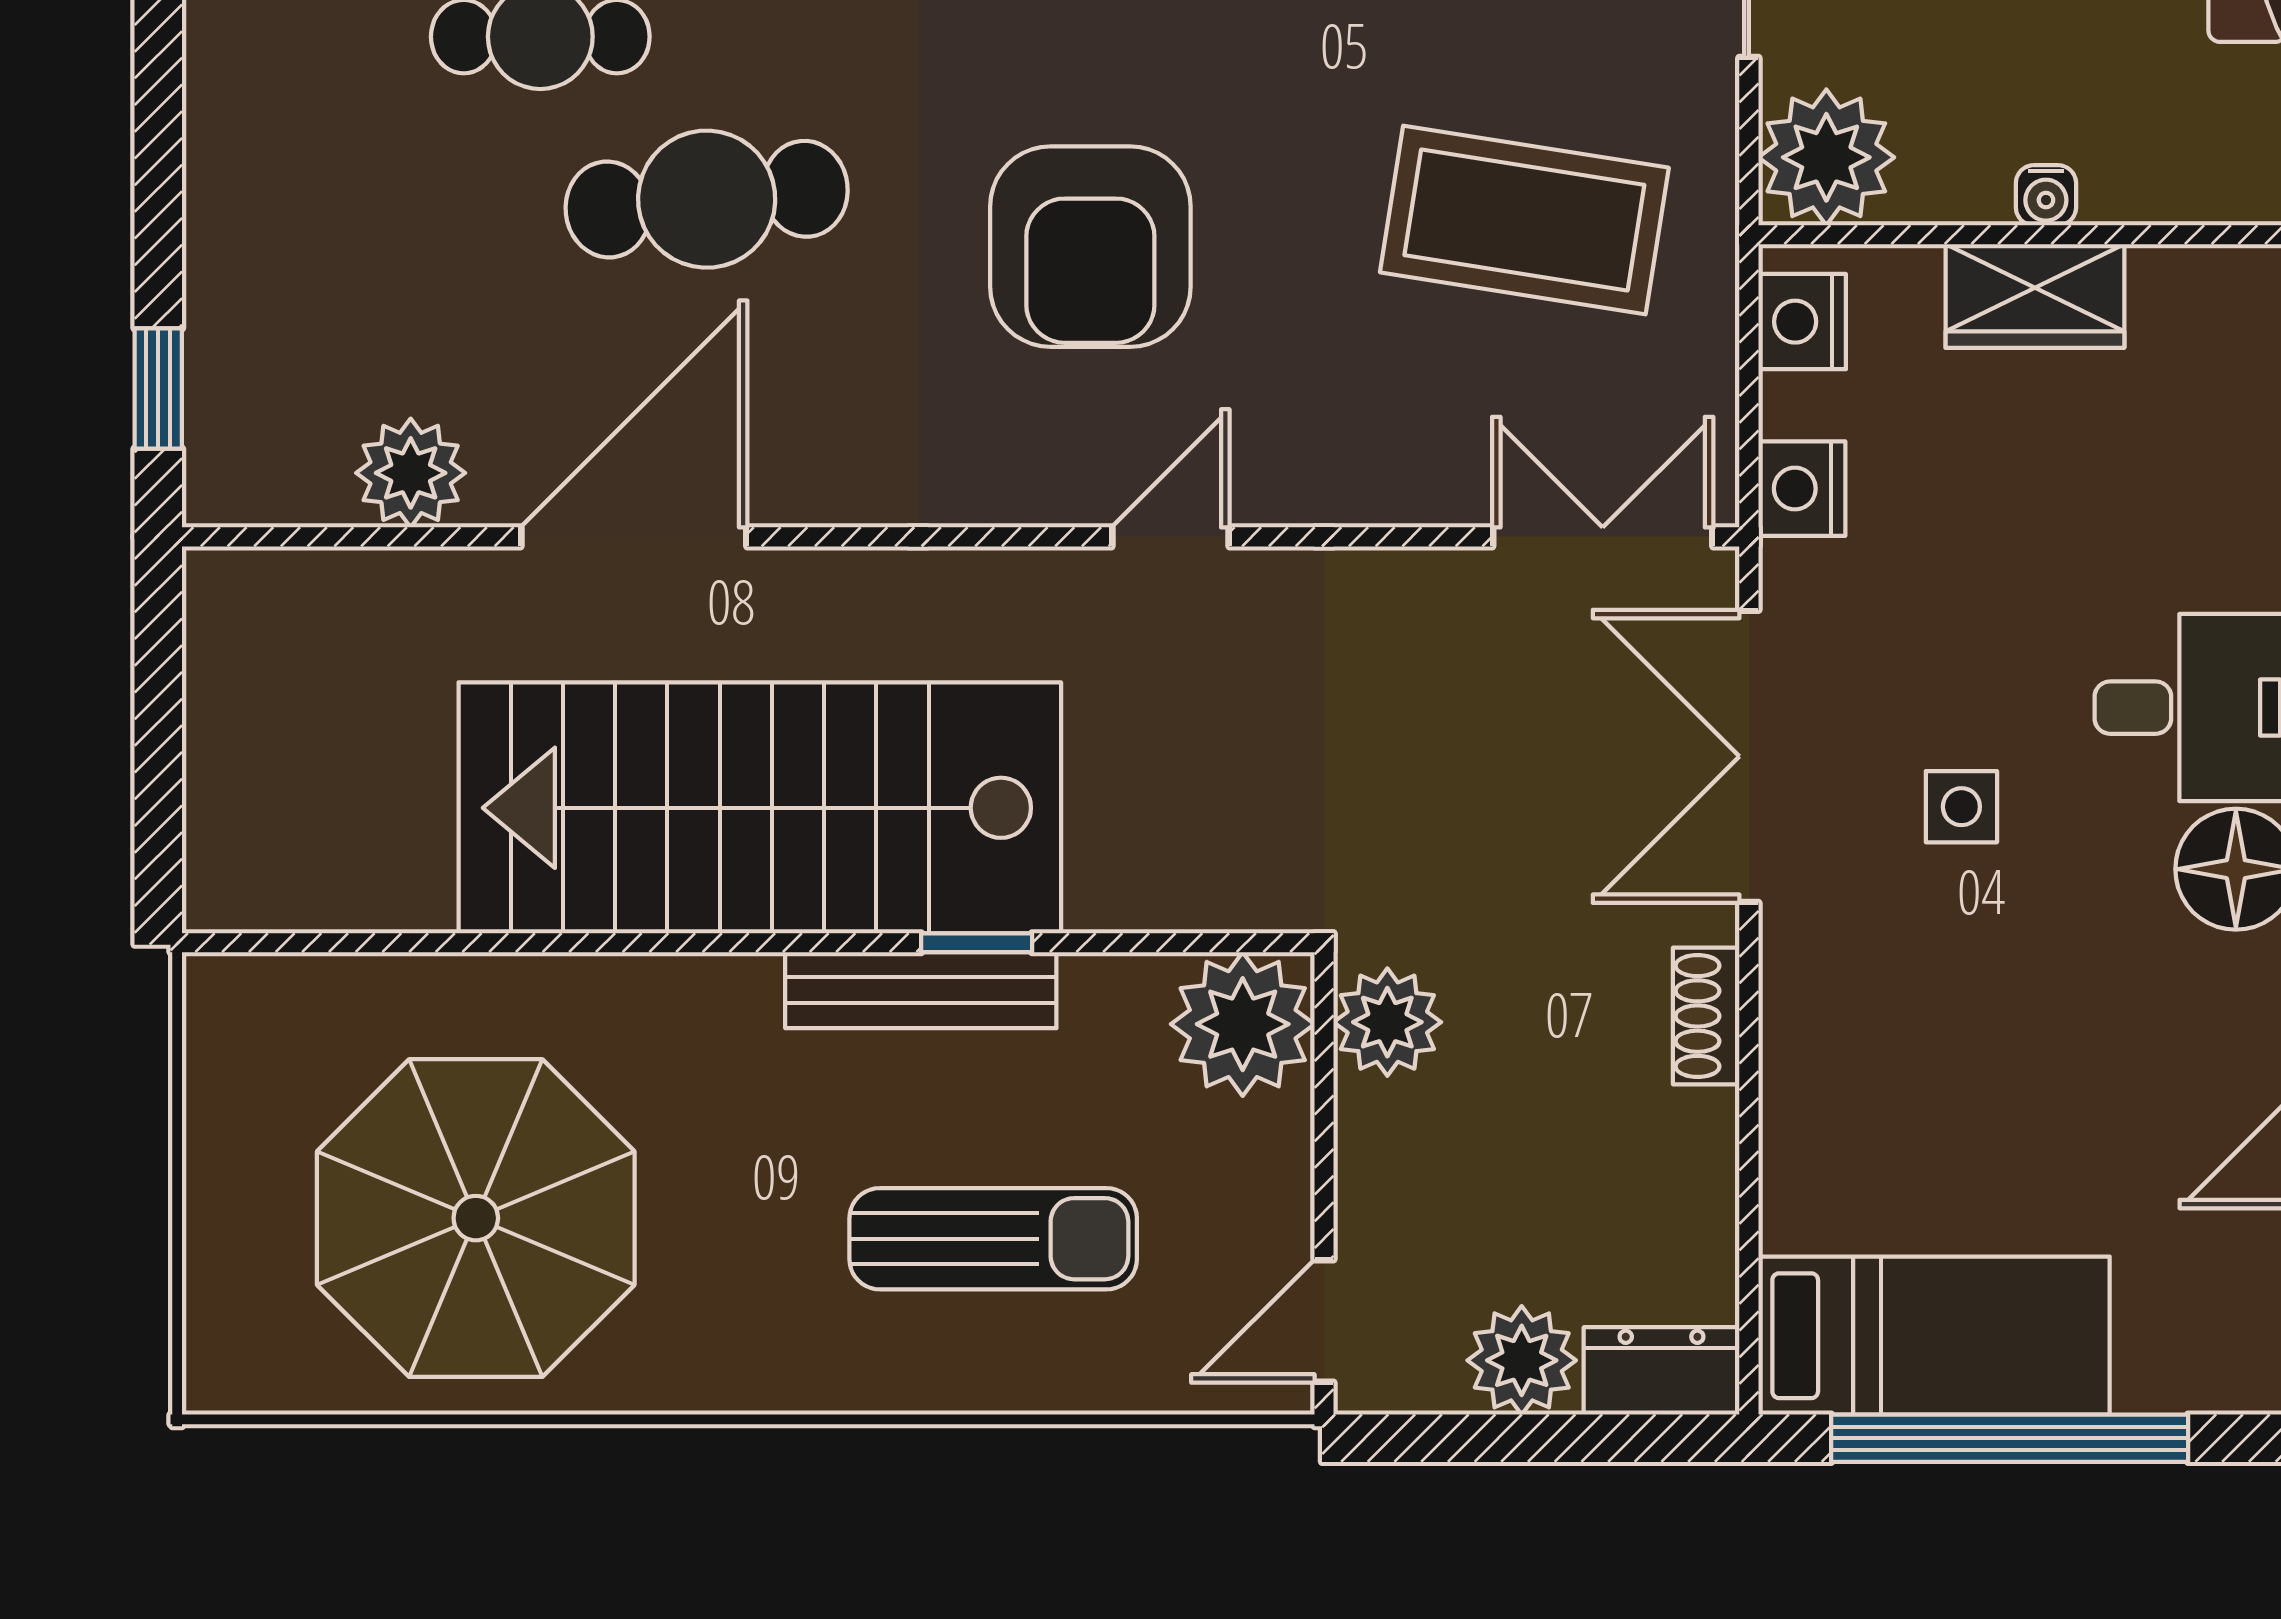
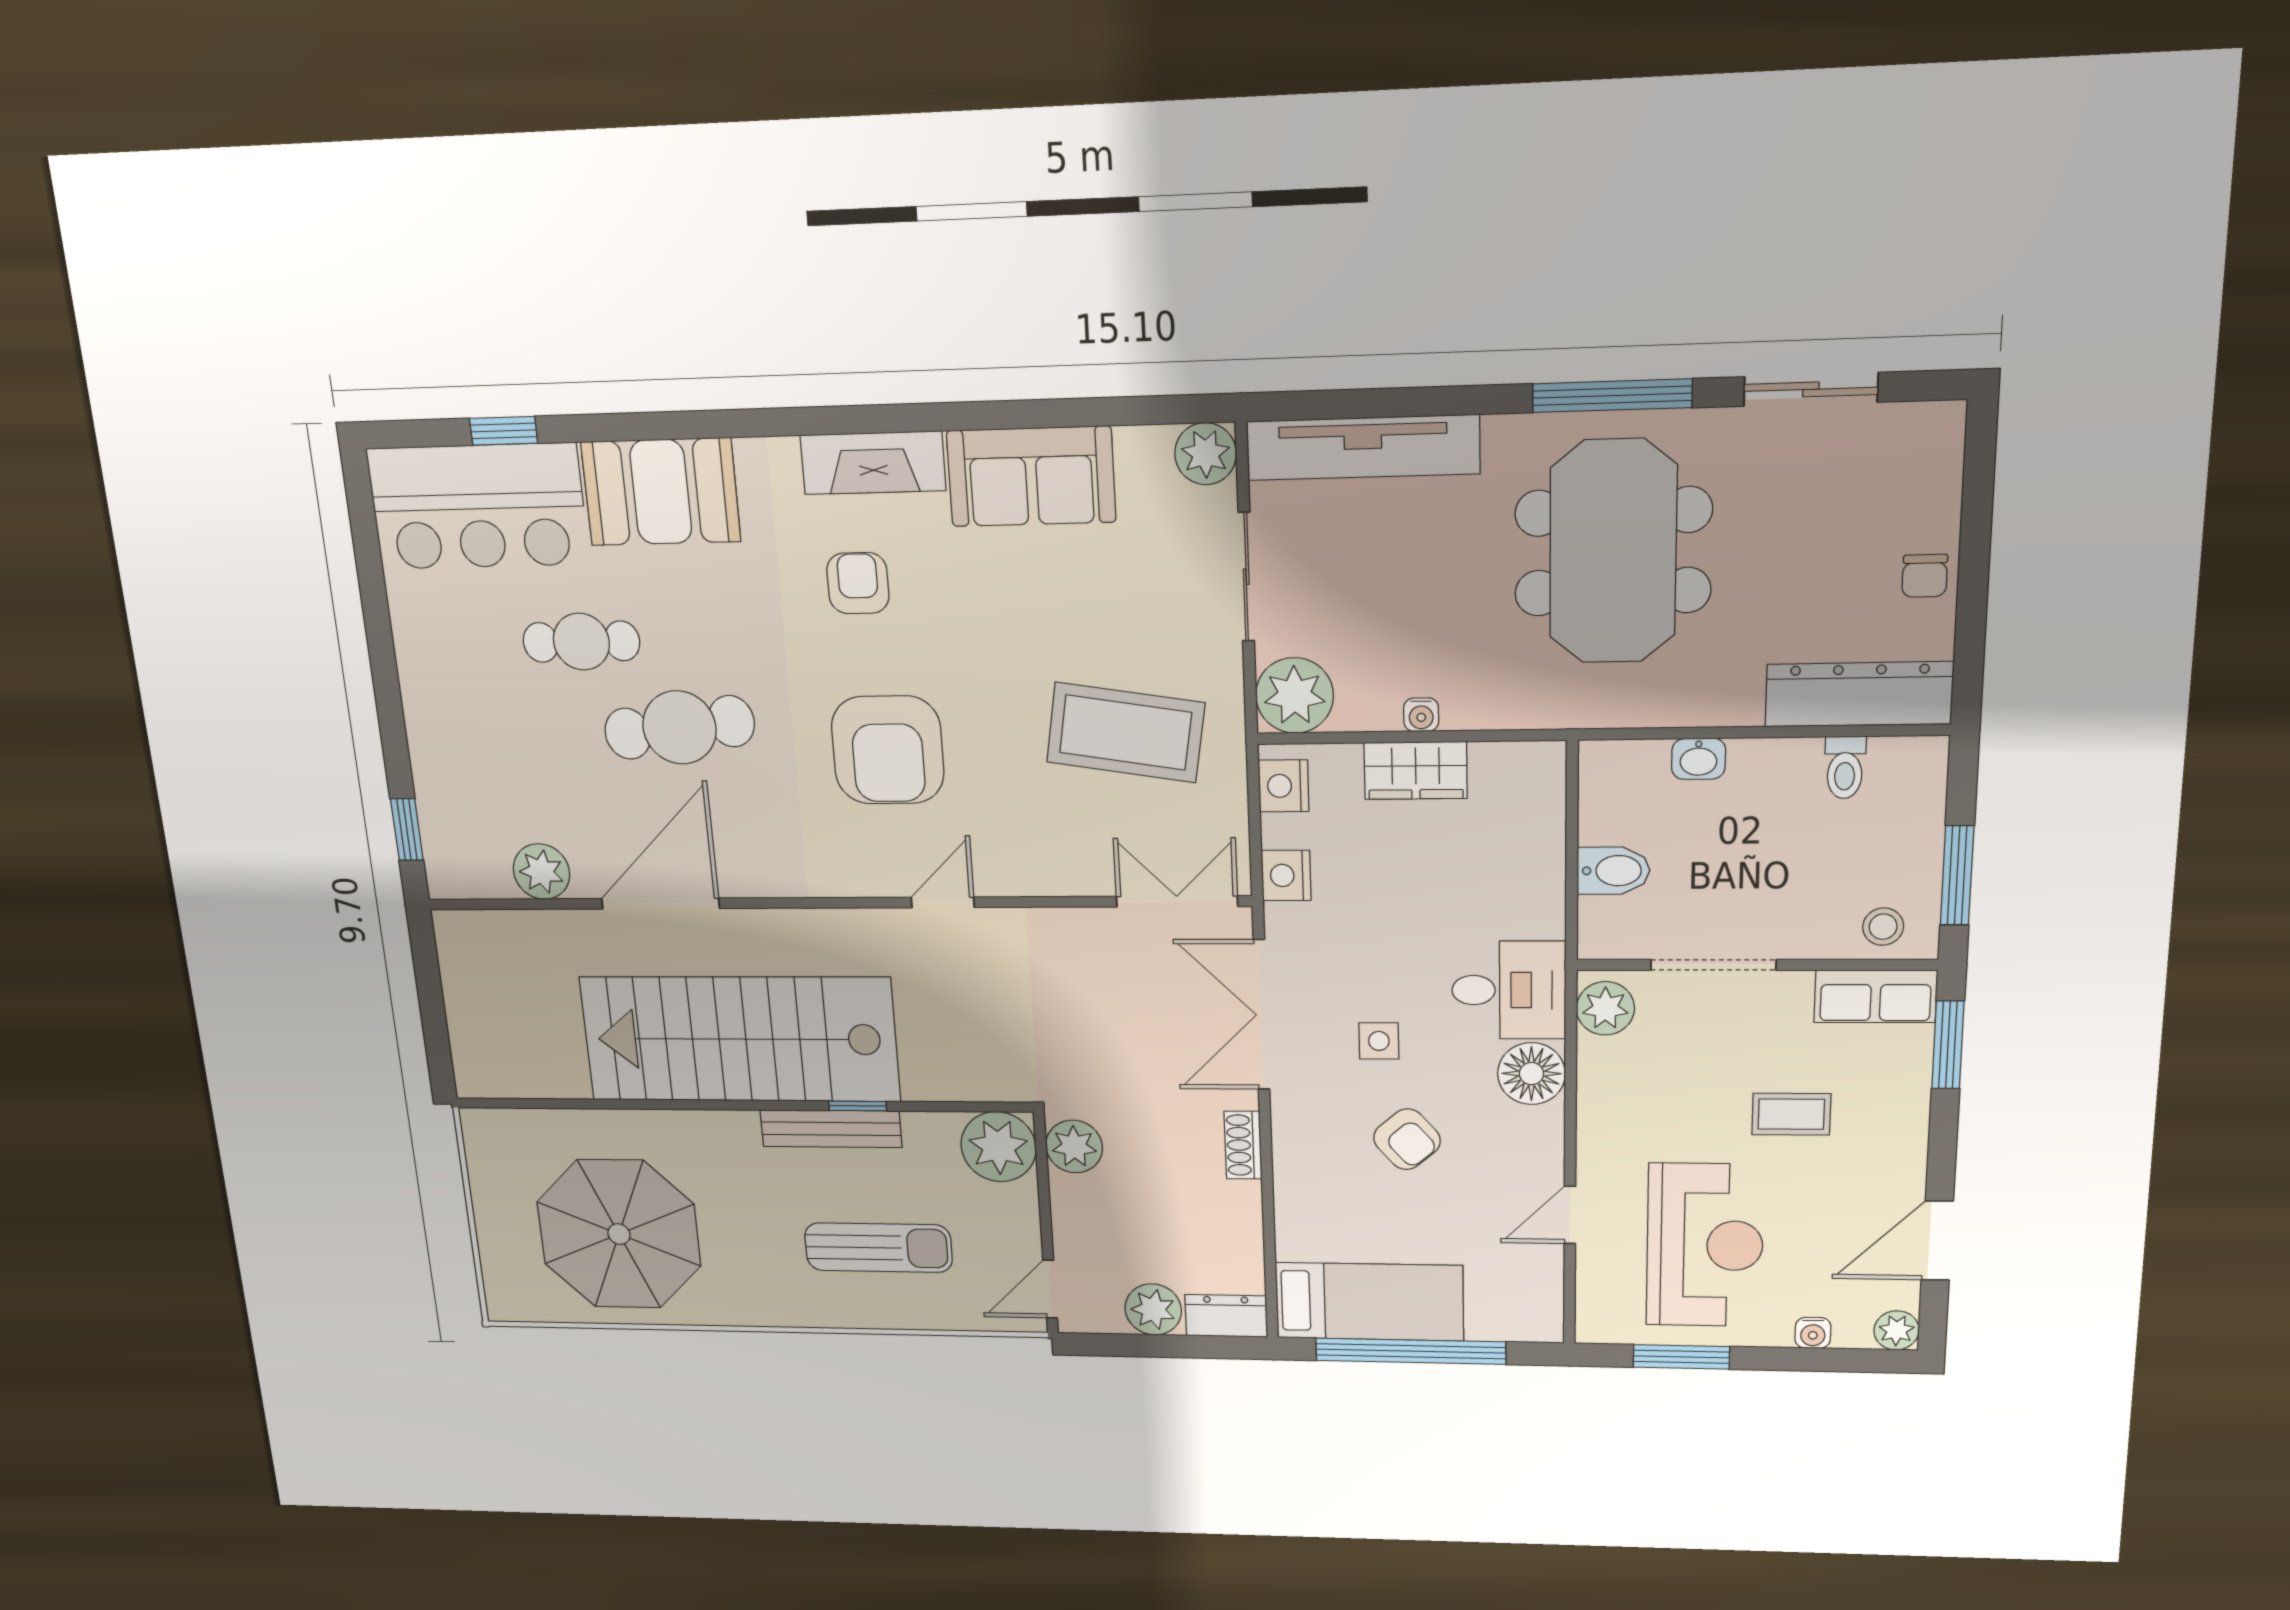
armchair: (2009, 1001) -> (1407, 1139), added

